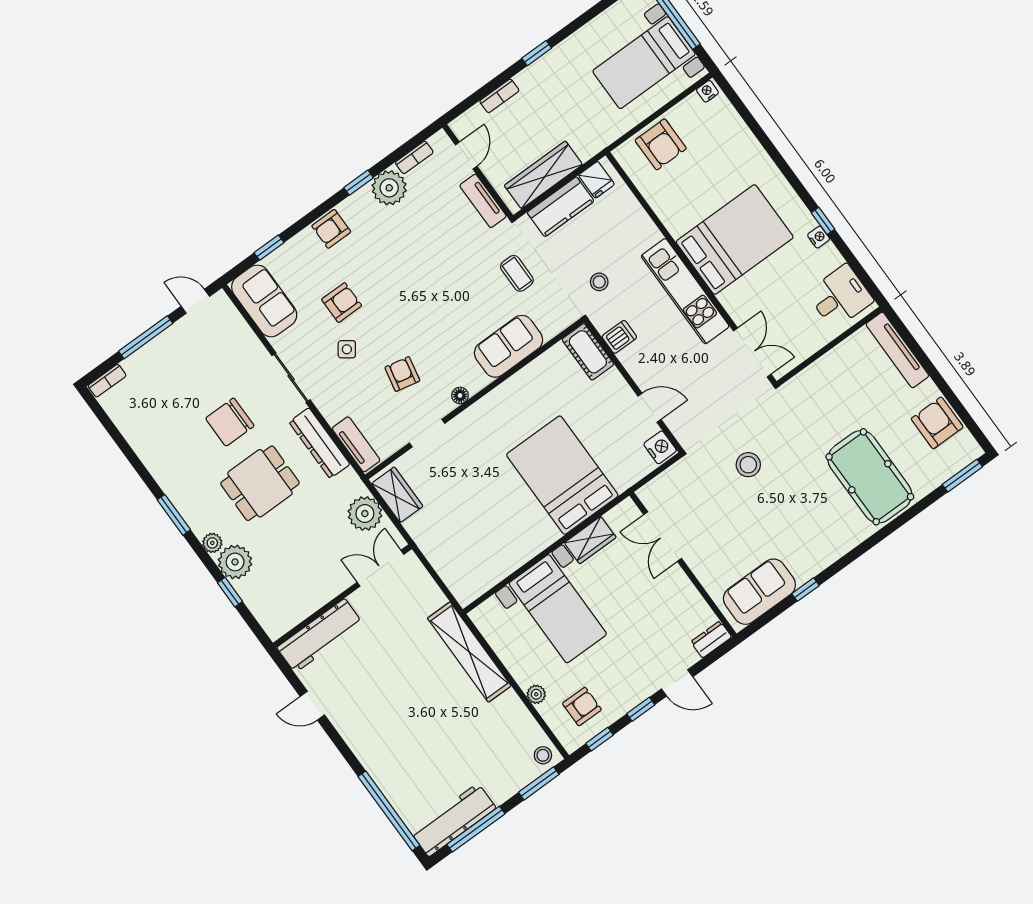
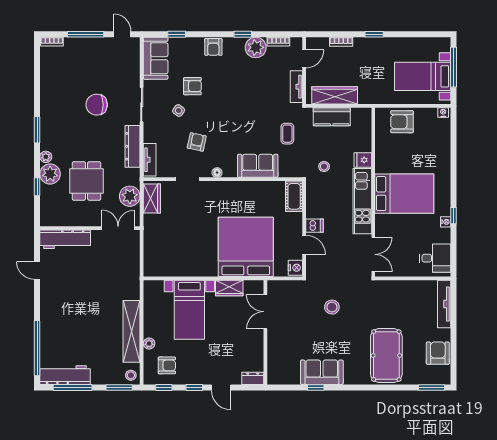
armchair: (661, 144) -> (402, 122), turned 90
fridge: (596, 180) -> (363, 160), moved, turned 90
armchair: (331, 229) -> (213, 47), turned -90
dishwasher: (619, 337) -> (315, 226), moved
bed: (562, 475) -> (246, 247), width x1.36
dining table: (260, 483) -> (87, 181), moved, turned 90
sofa: (759, 592) -> (322, 372), moved
shelving: (469, 652) -> (132, 331), moved

